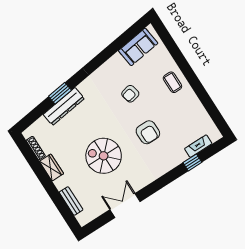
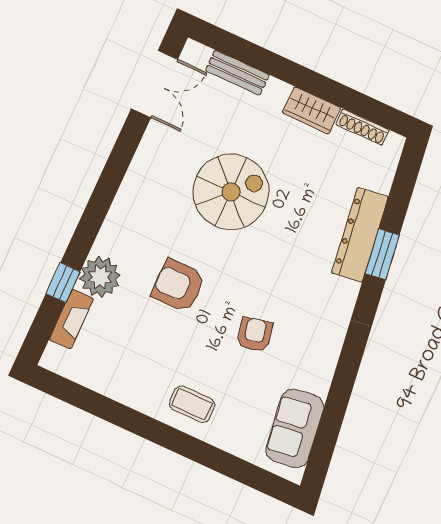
plant: (176, 155) -> (100, 277), added
double door: (125, 206) -> (154, 84), moved

